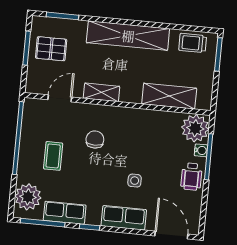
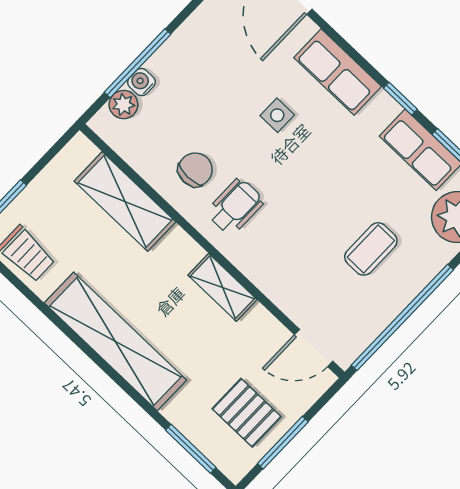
door: (60, 98) -> (314, 348), moved
plant: (195, 128) -> (123, 105), width x0.53, depth x0.53
chair: (95, 140) -> (195, 170), moved, turned 180
wheelchair: (191, 177) -> (235, 207), moved

